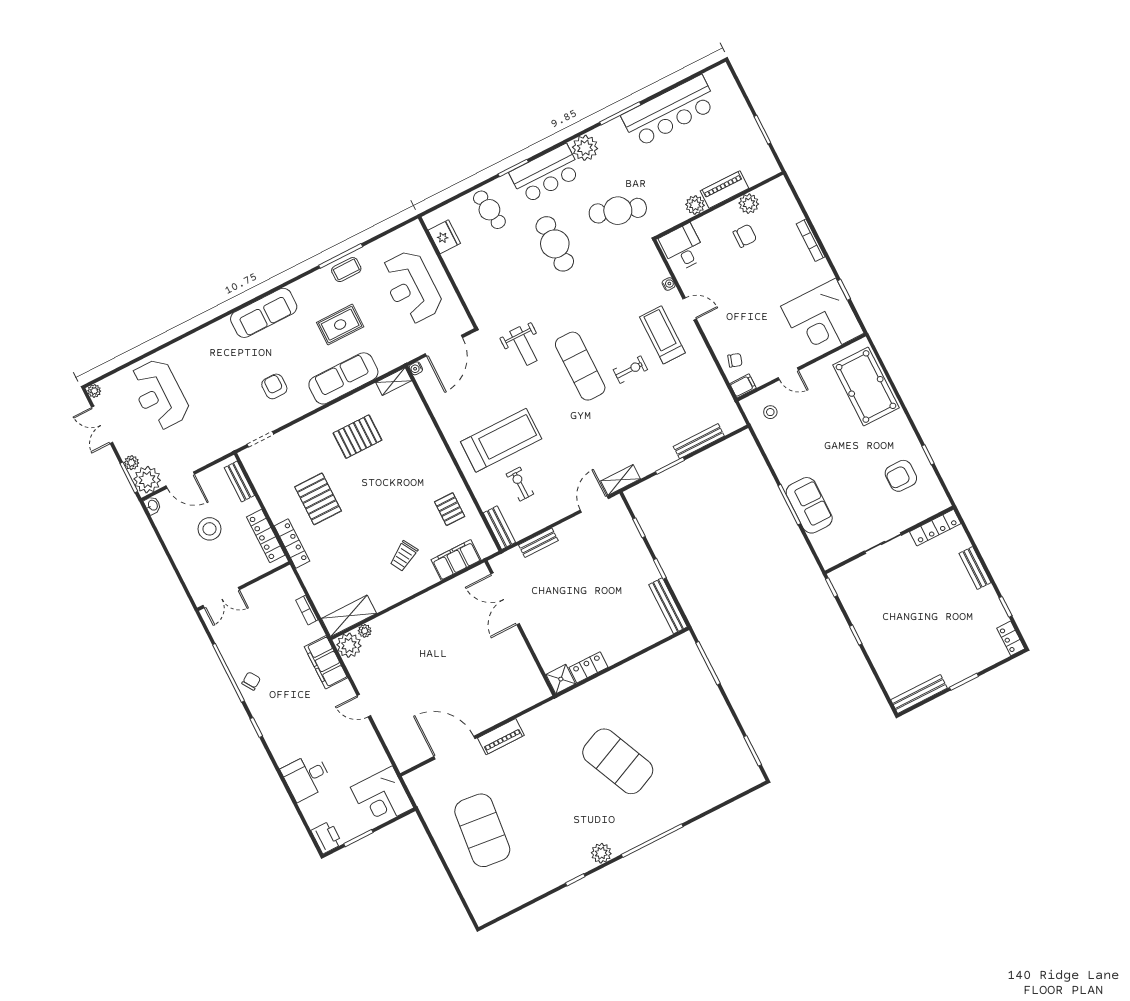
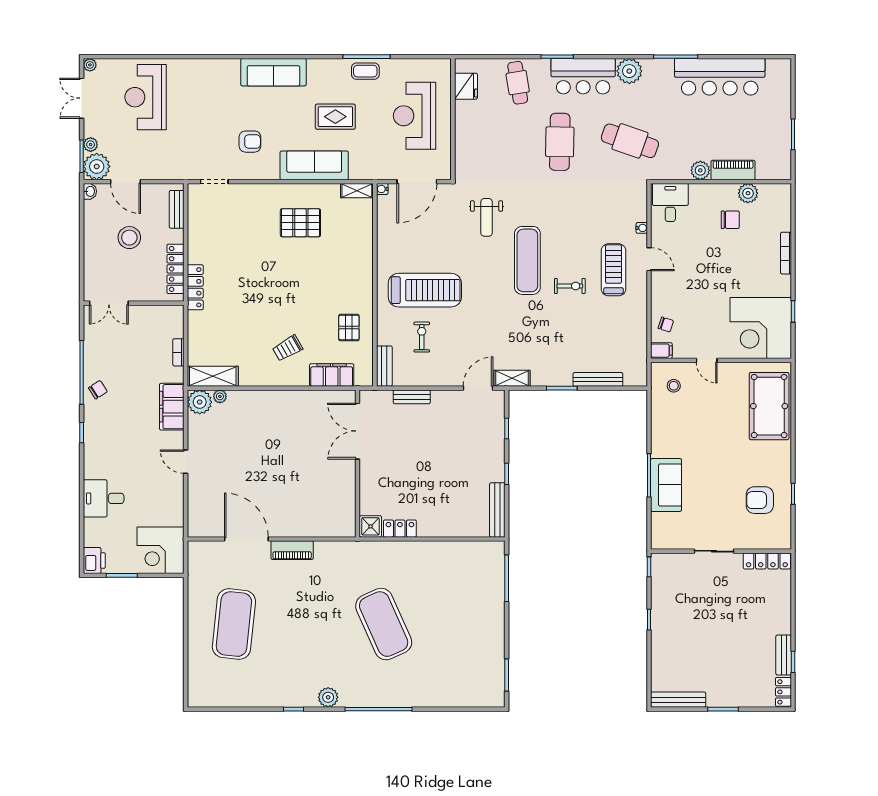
armchair: (274, 386) -> (250, 142), turned 90
pallet: (318, 499) -> (238, 260), removed
bench: (975, 568) -> (784, 655), moved

